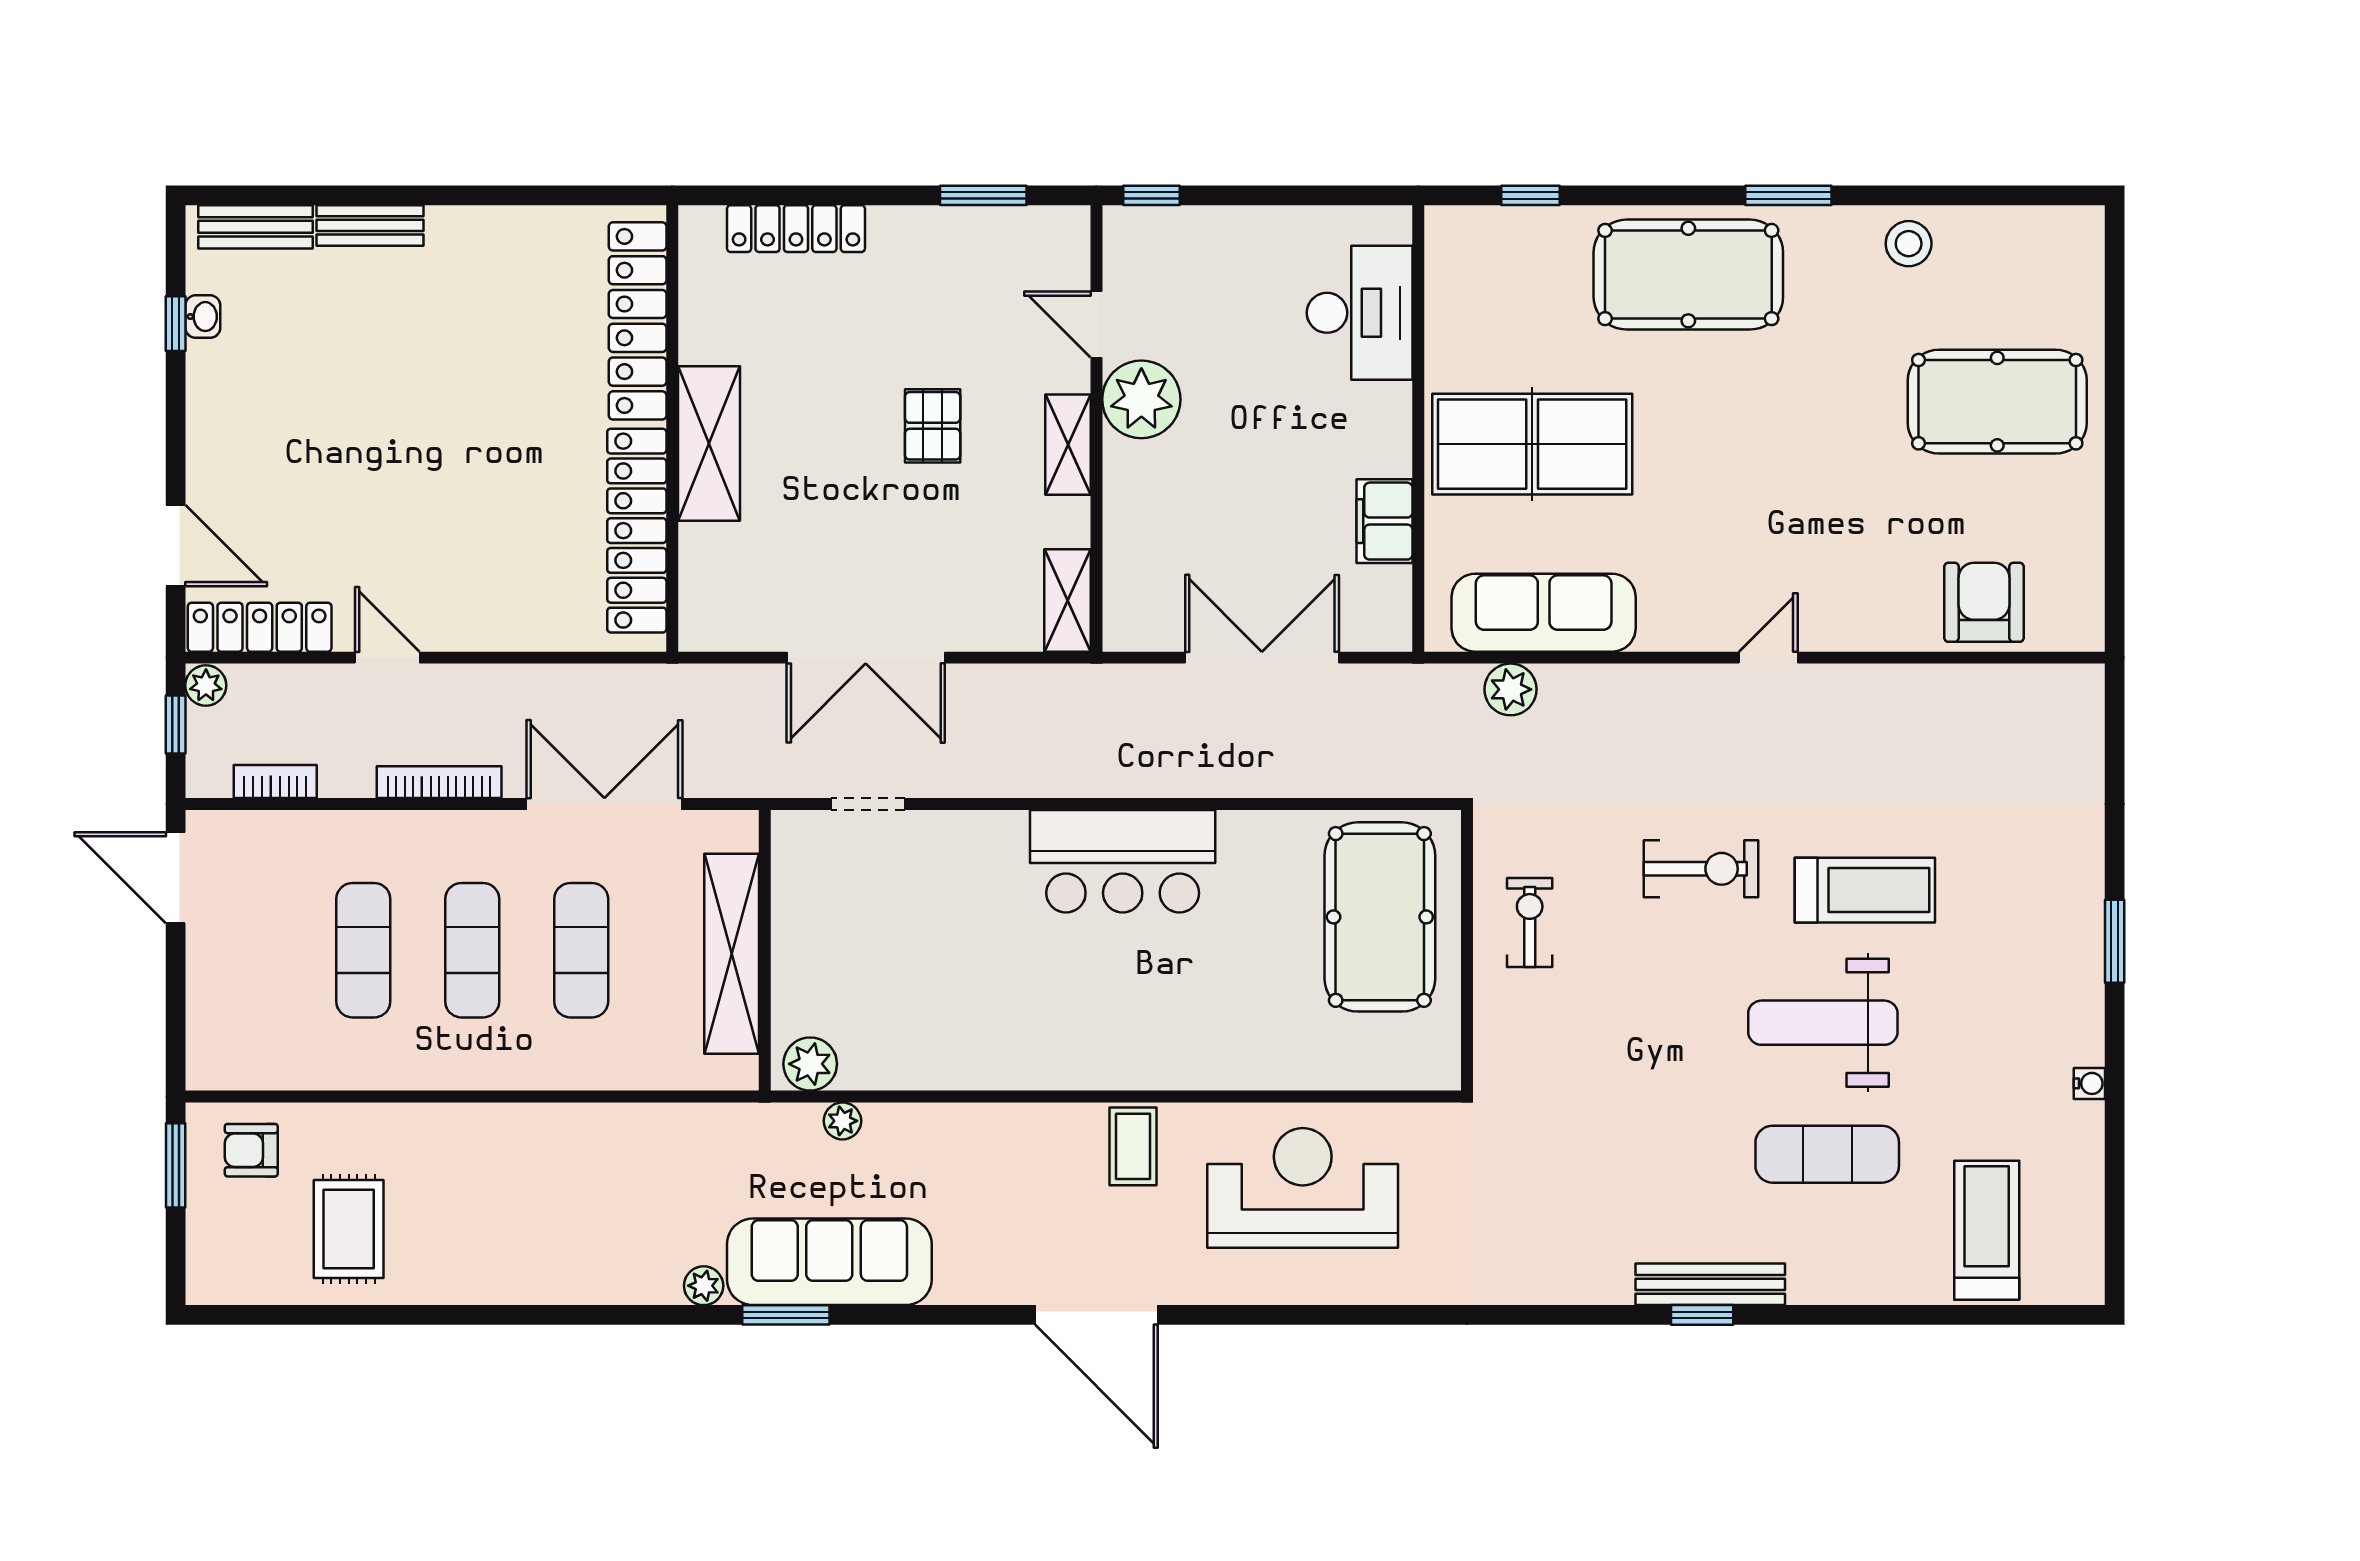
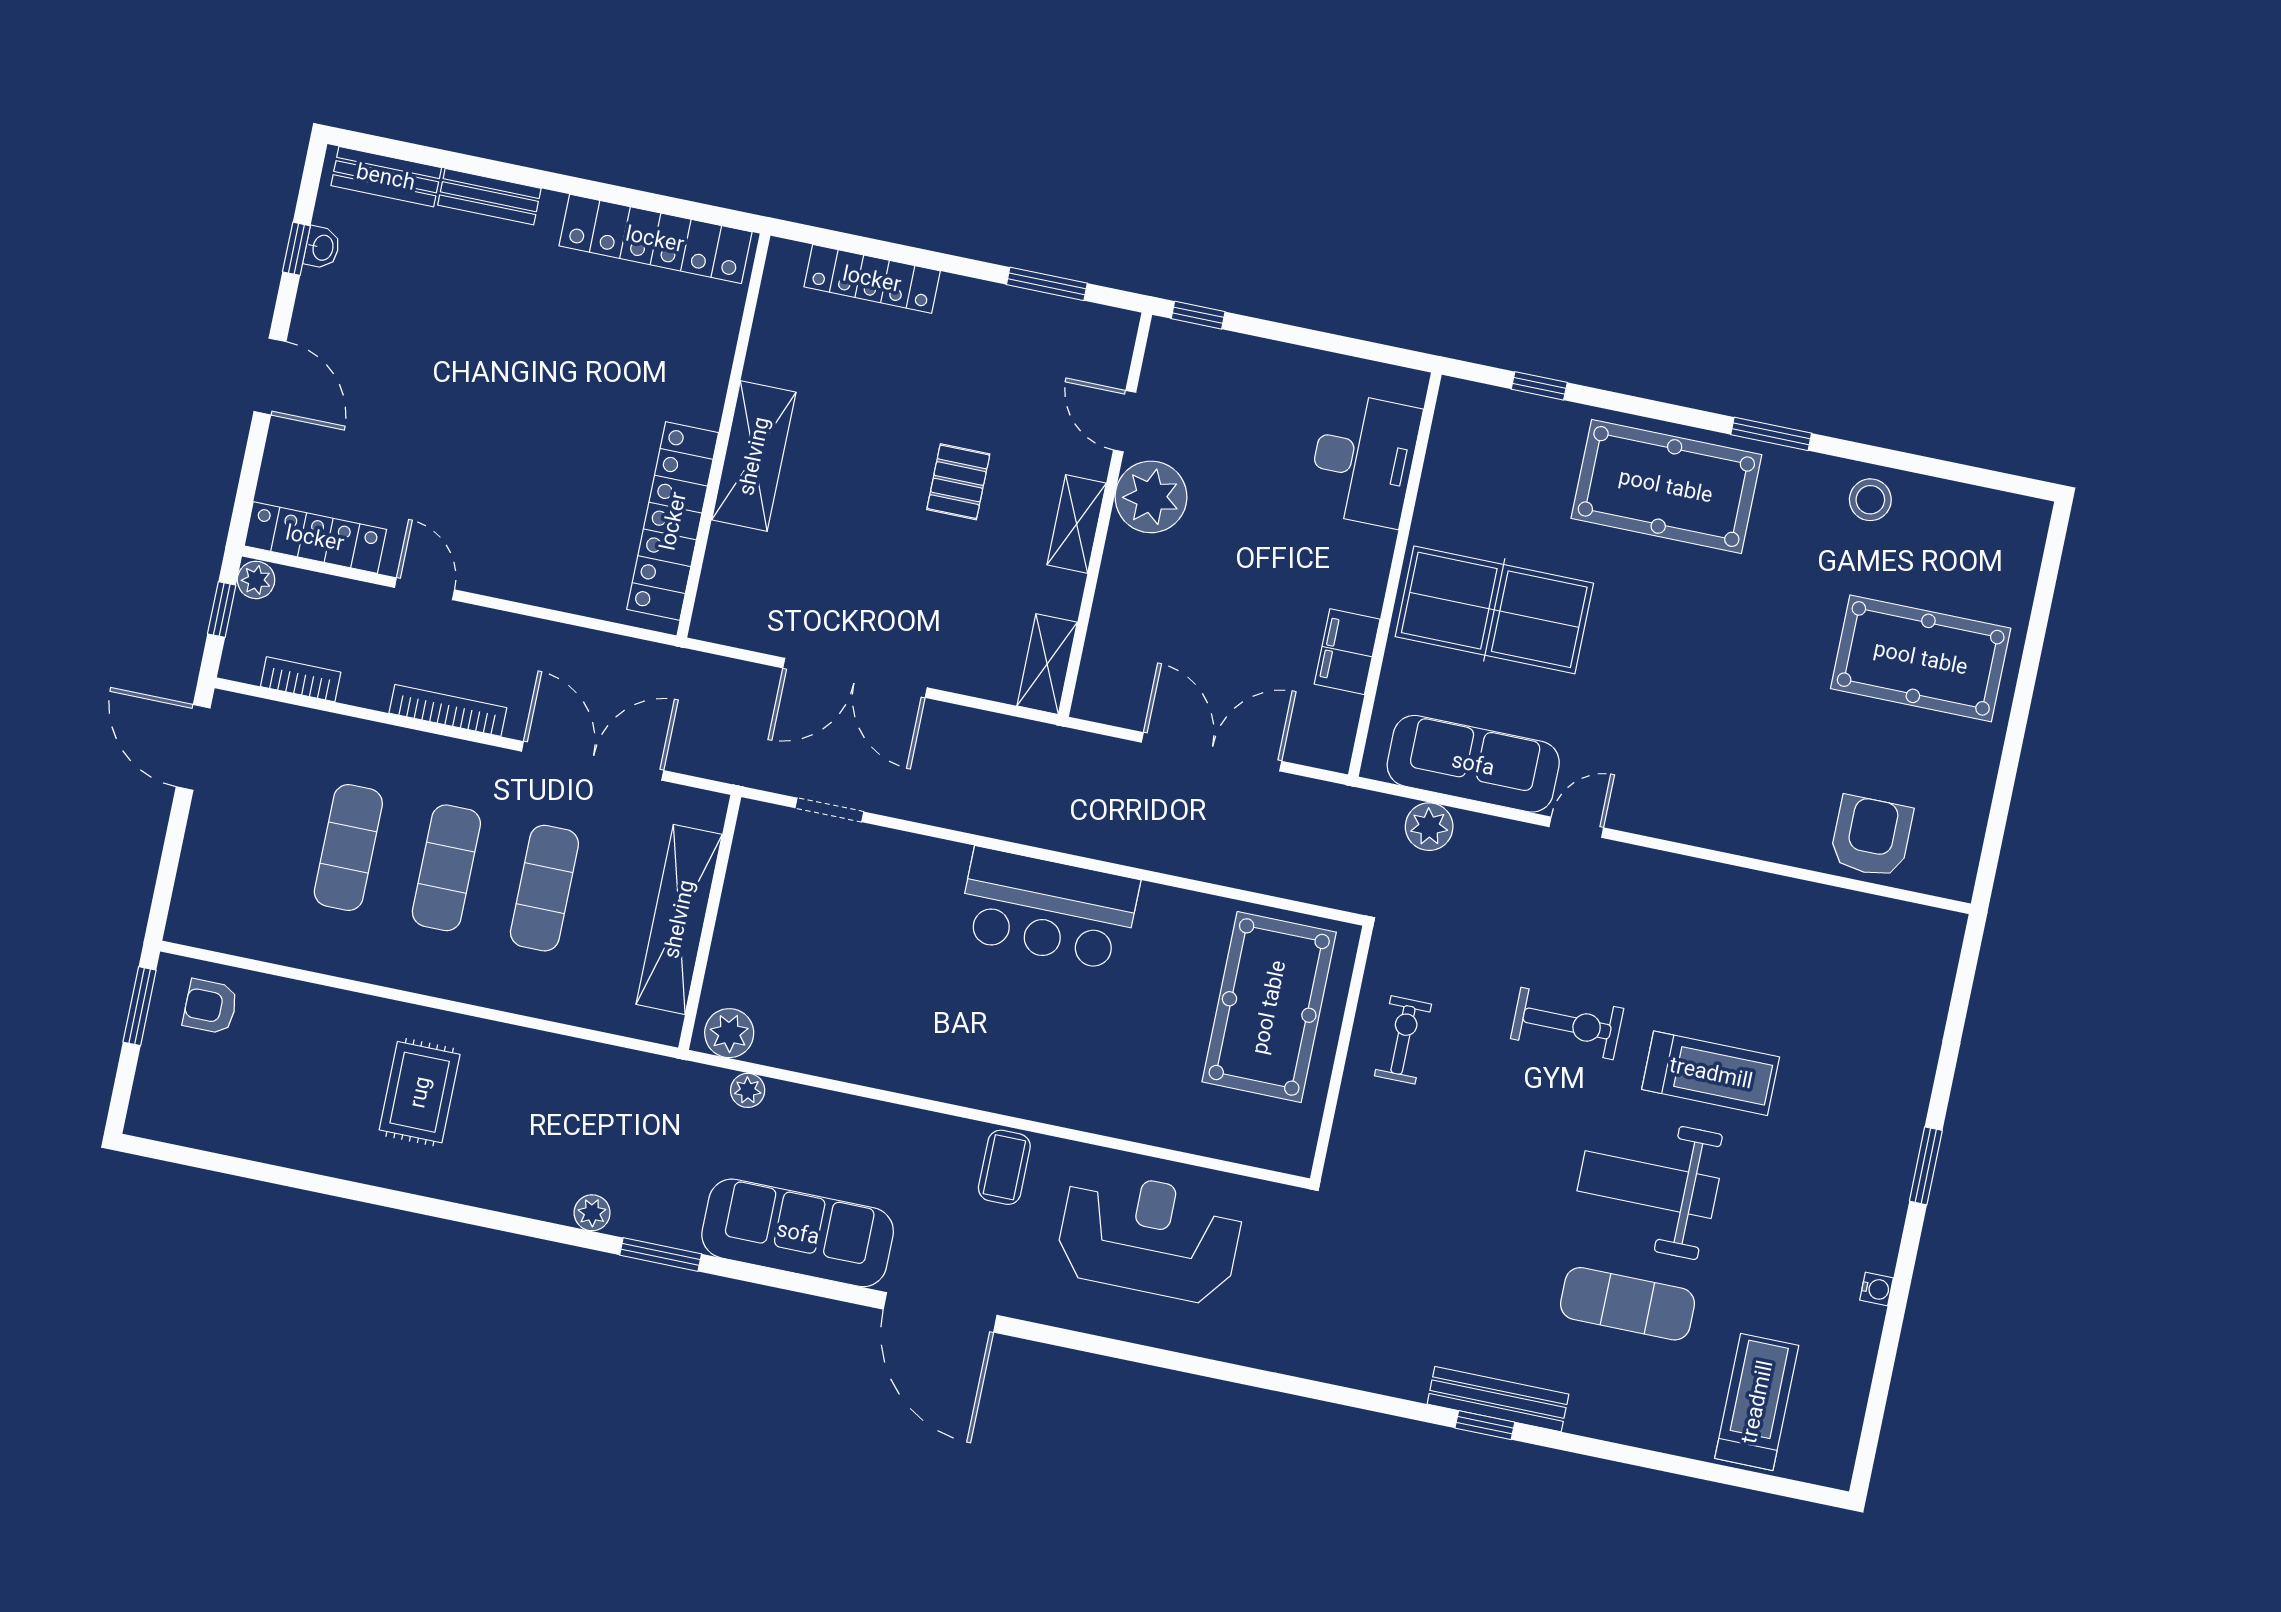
locker: (638, 321) -> (655, 239), moved, turned -90
door: (176, 546) -> (270, 377), moved
door: (1768, 658) -> (1576, 827), moved
rug: (349, 1229) -> (420, 1092), moved
sofa: (829, 1262) -> (798, 1233), moved

